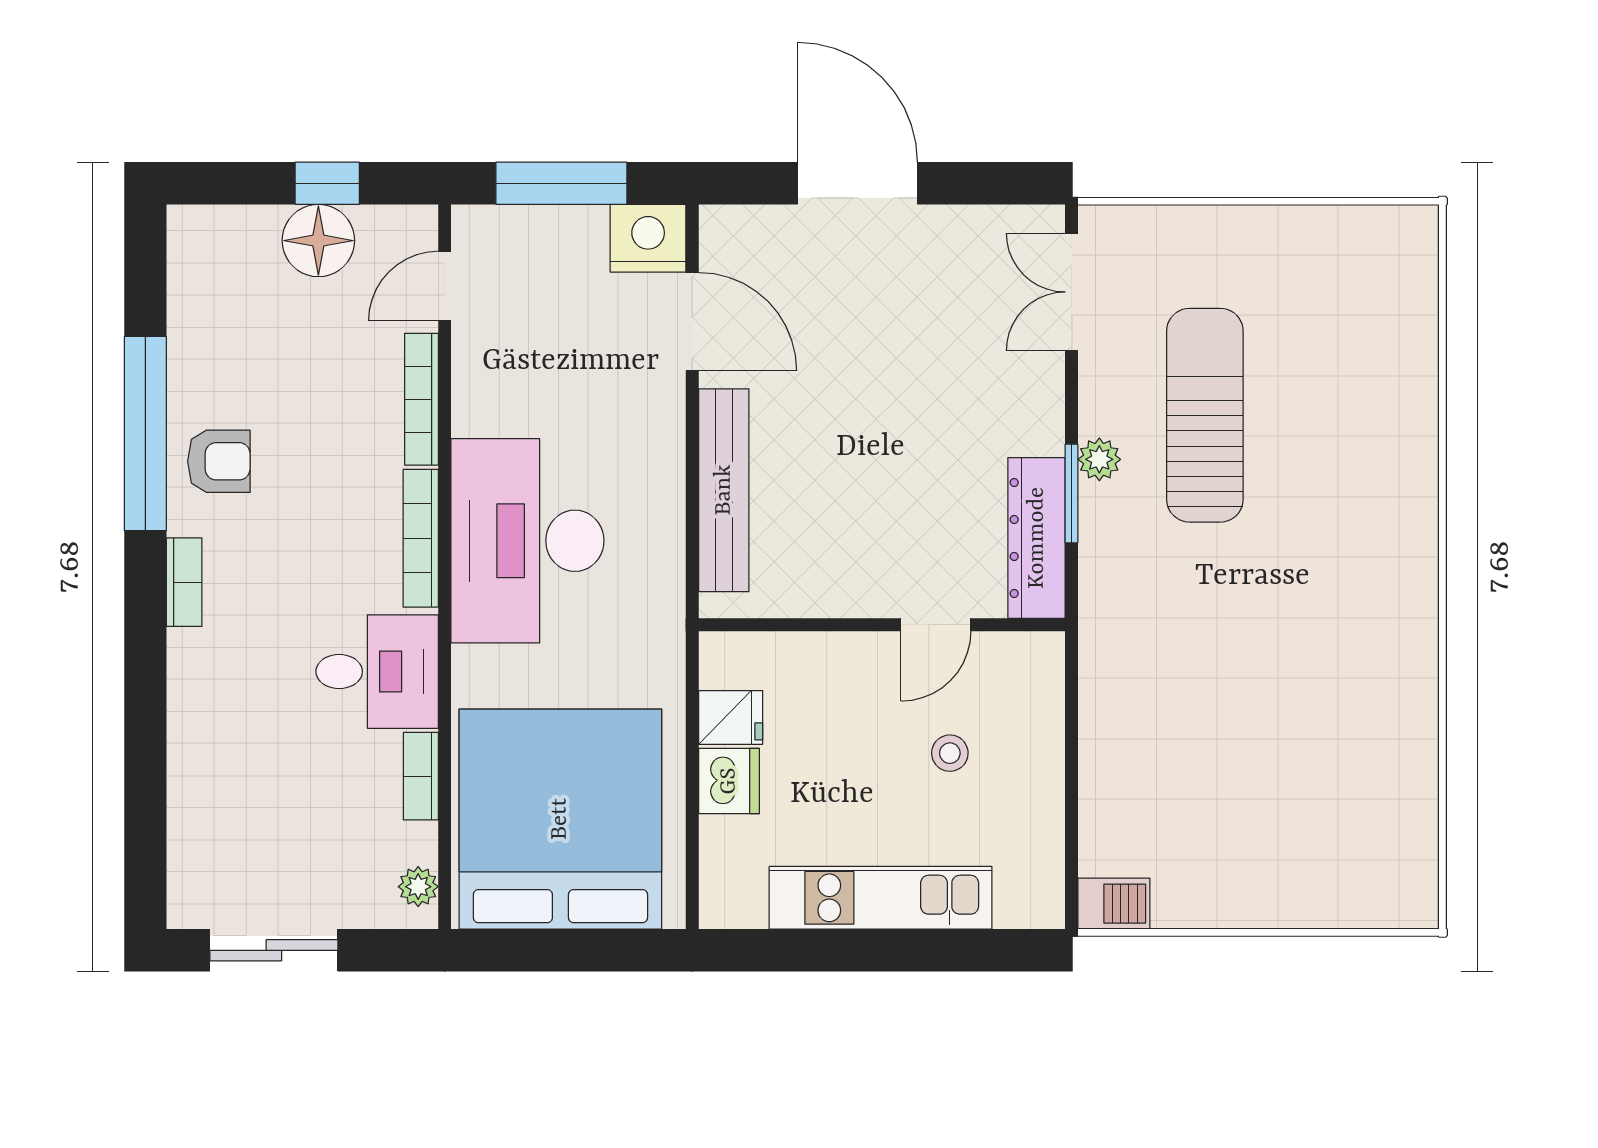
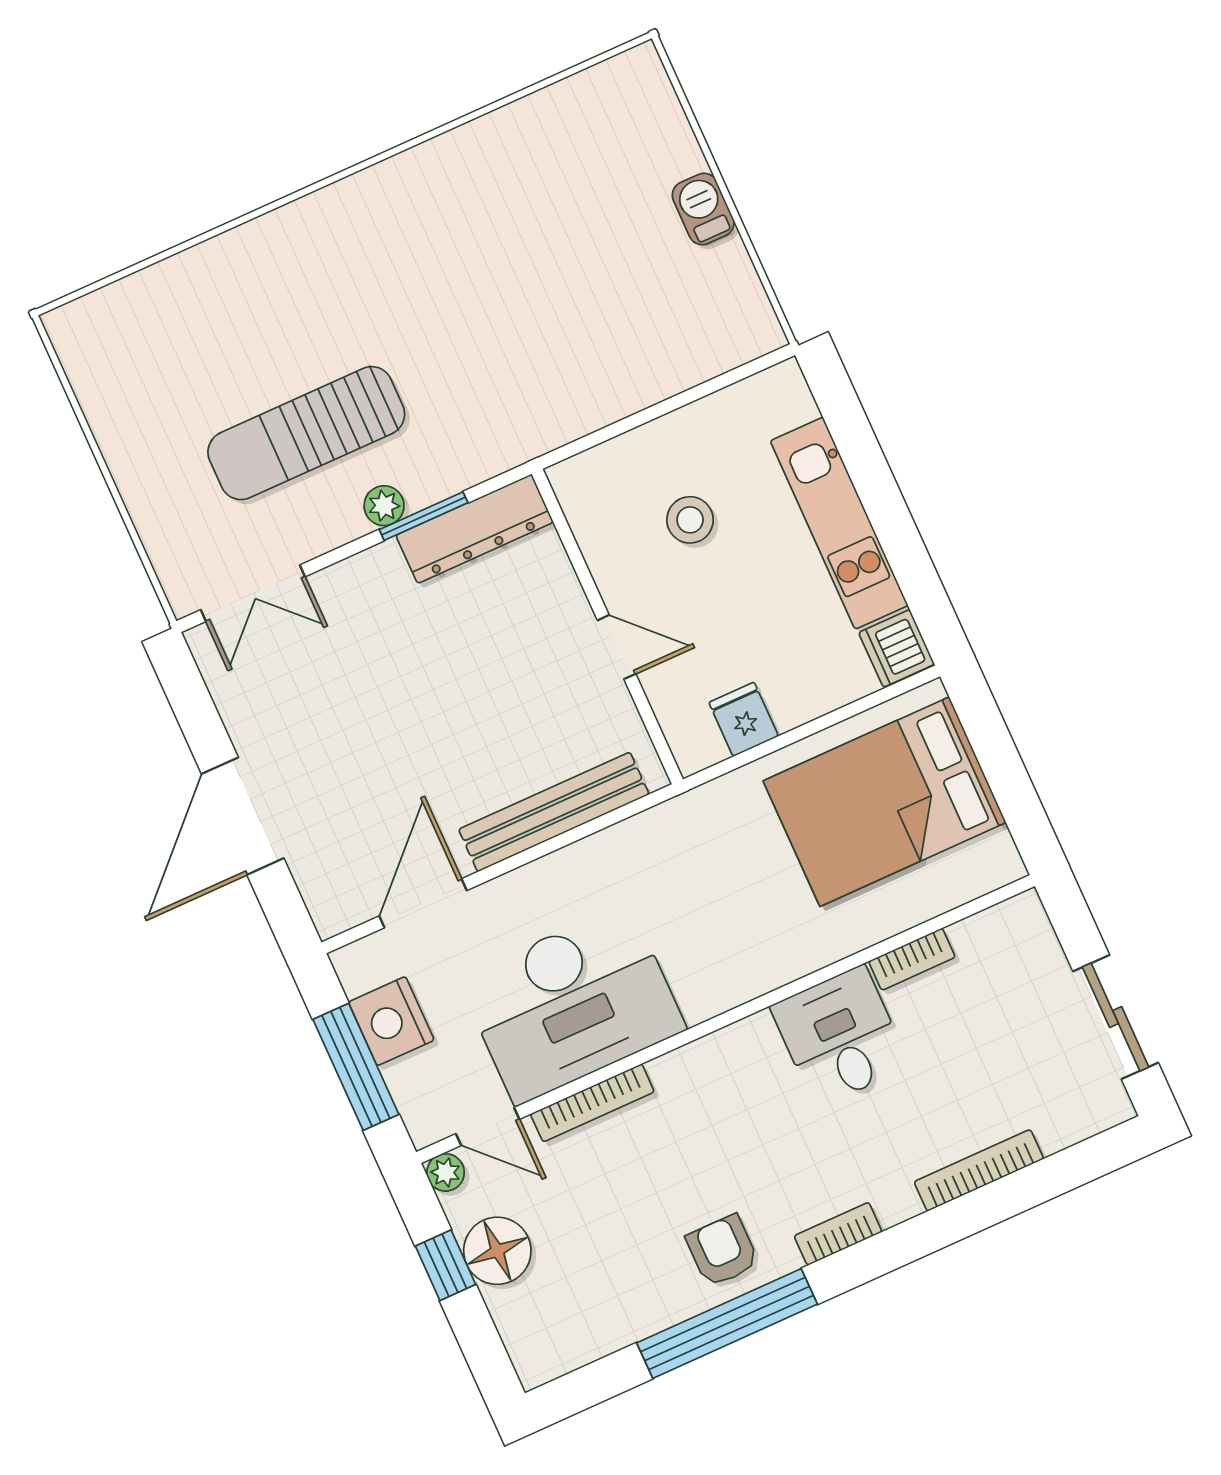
nightstand: (648, 238) -> (391, 1021), moved
bookcase: (421, 538) -> (979, 1170), moved, turned 180
desk: (527, 541) -> (572, 1004), moved
door: (936, 625) -> (617, 647), moved
stool: (950, 753) -> (690, 520), width x1.37, depth x1.37
dishwasher: (729, 781) -> (897, 648), moved, turned -90
bed: (560, 819) -> (885, 802), width x0.73
plant: (418, 887) -> (446, 1172), moved
barbecue: (1114, 904) -> (703, 209), moved

